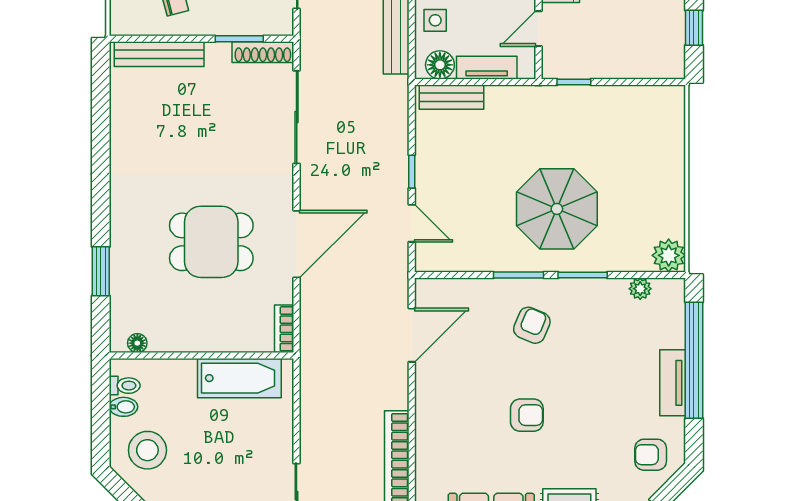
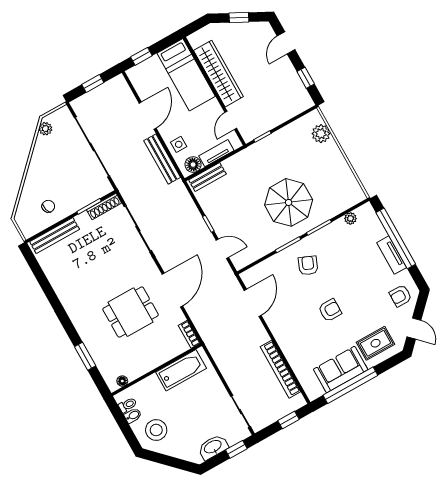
plant: (669, 255) -> (321, 134), moved

